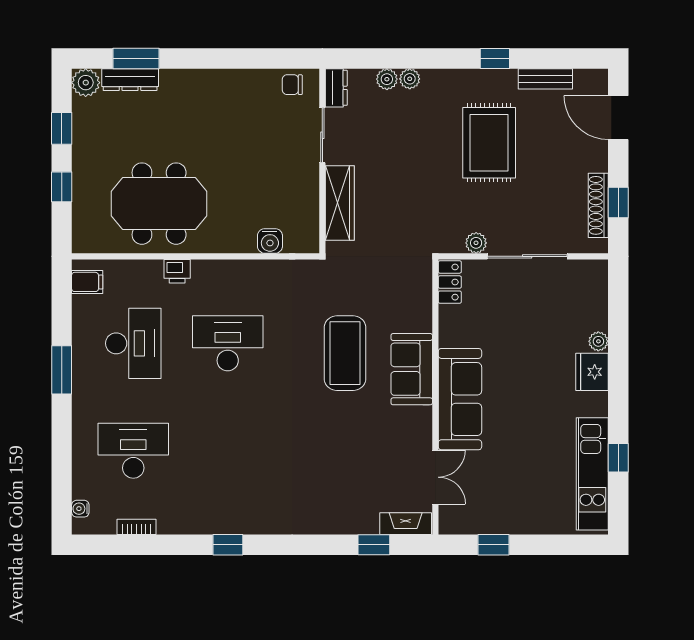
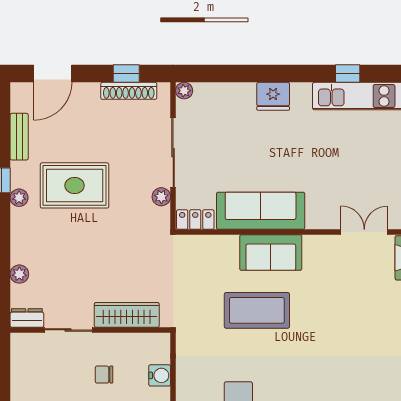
plant: (410, 79) -> (19, 198), moved
chair: (292, 85) -> (104, 375), moved, turned 90
plant: (598, 341) -> (184, 91), moved
sofa: (460, 399) -> (261, 211), moved

